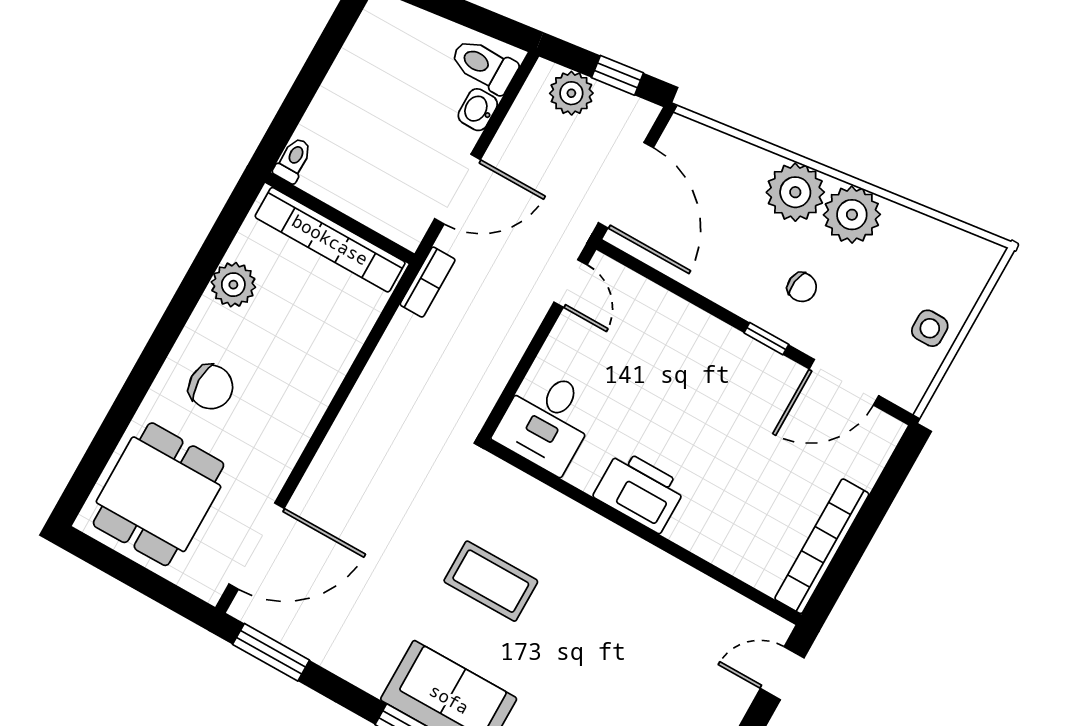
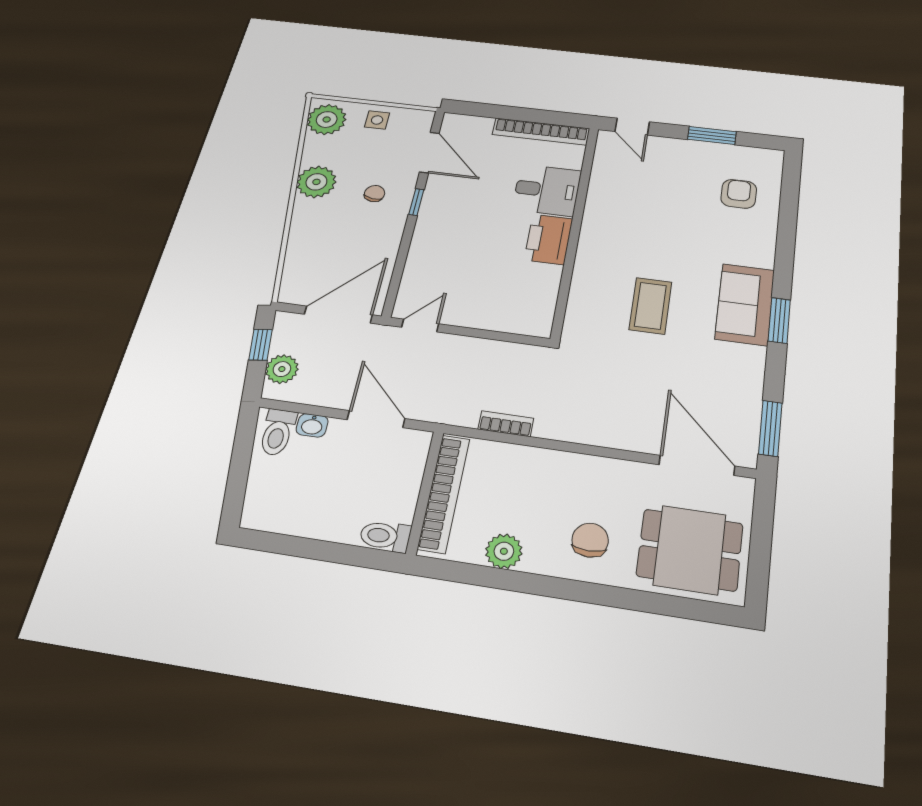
toilet: (293, 160) -> (385, 536), width x1.37, depth x1.39
plant: (795, 192) -> (327, 120), moved
bookcase: (428, 282) -> (506, 424), moved
desk: (547, 421) -> (547, 190), moved

